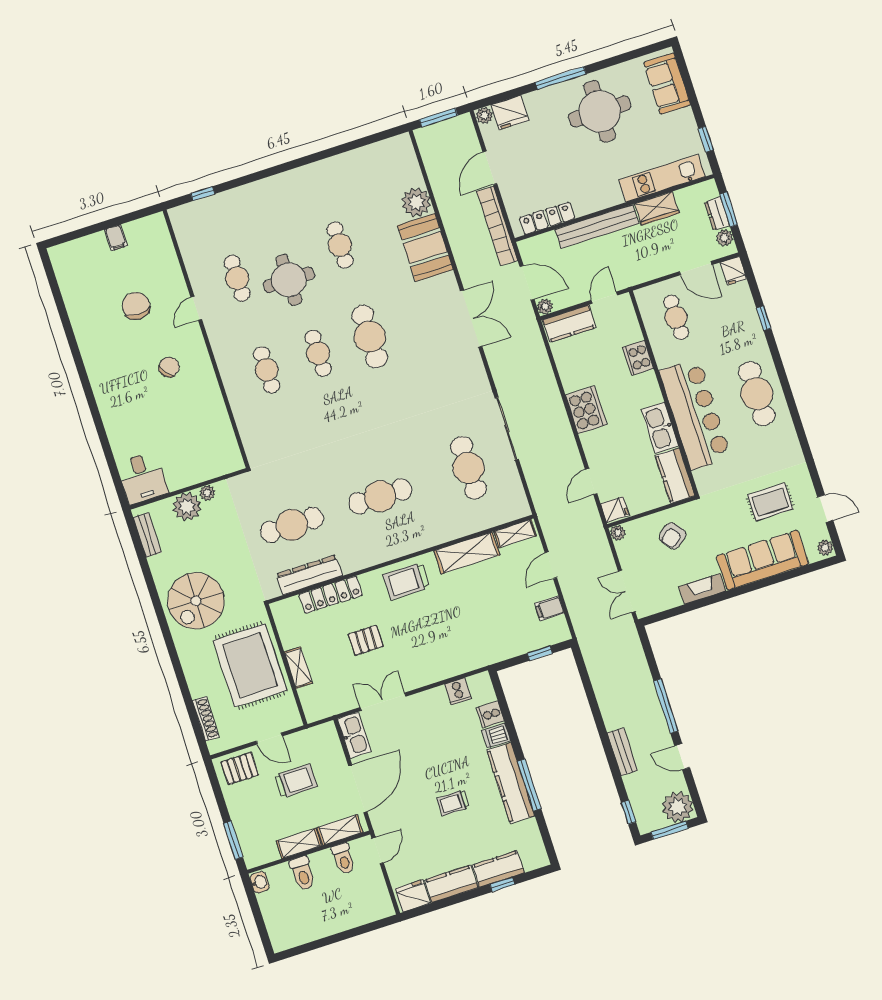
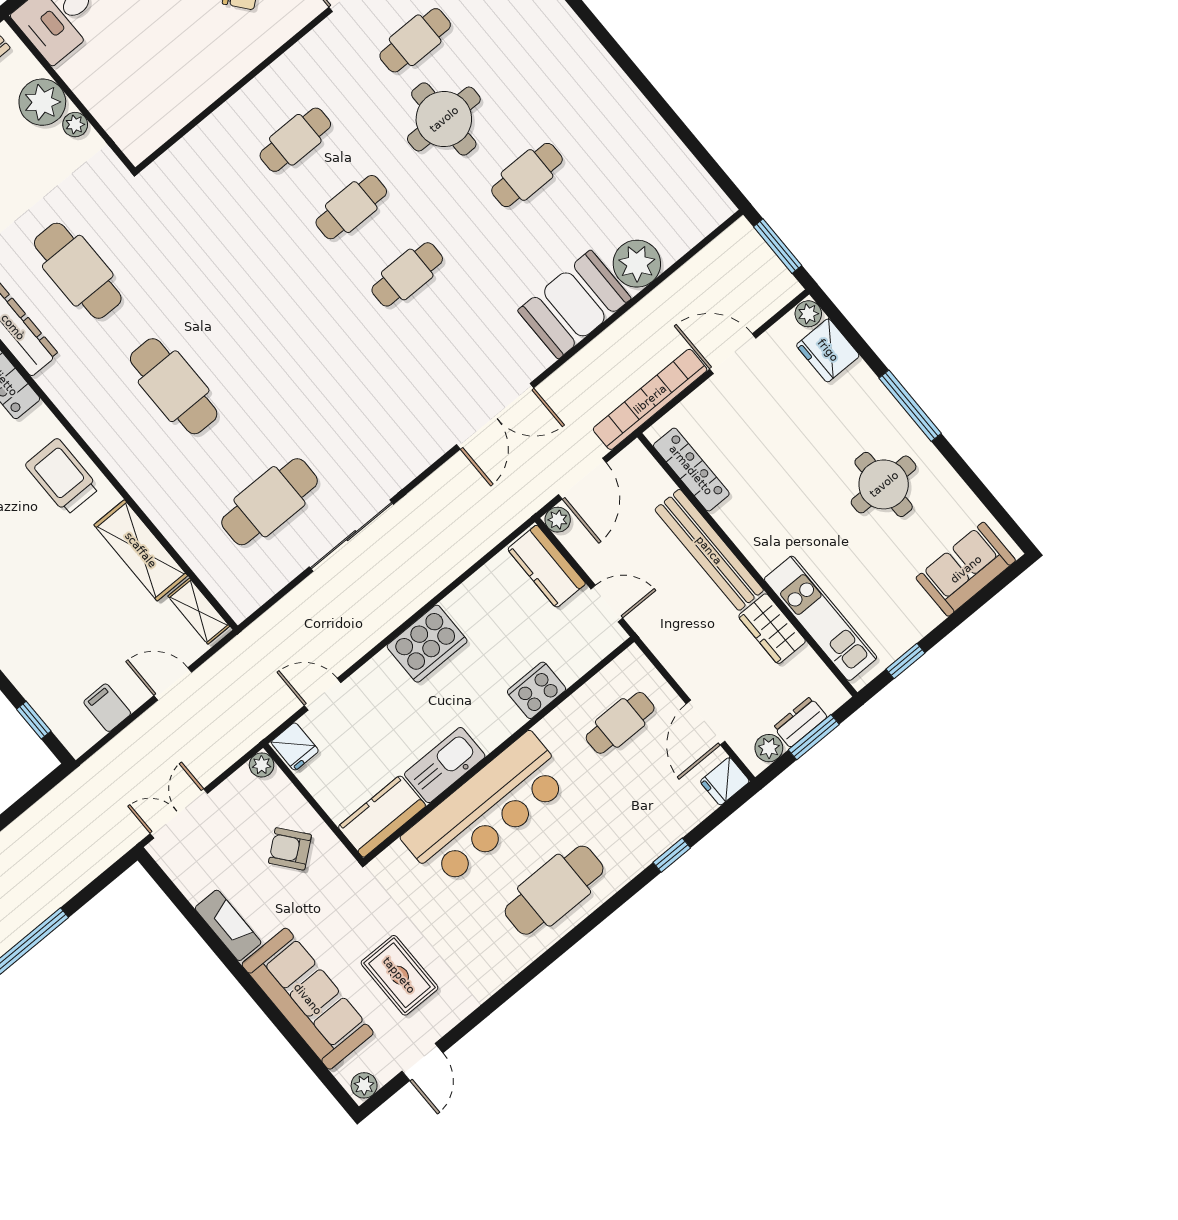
round table: (600, 111) -> (884, 484), width x0.73, depth x0.73
cafe table: (370, 337) -> (407, 274), width x0.73, depth x0.74

